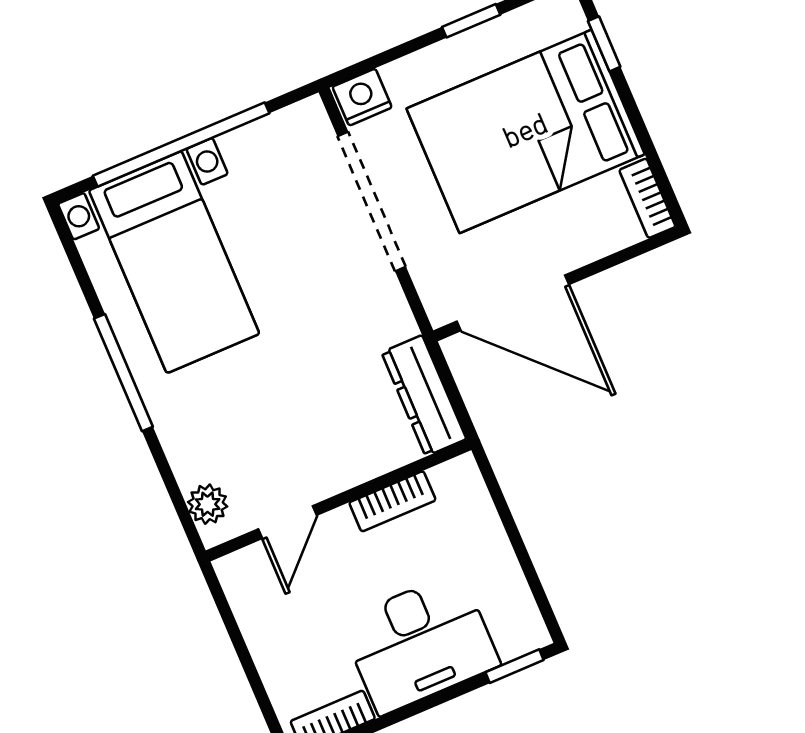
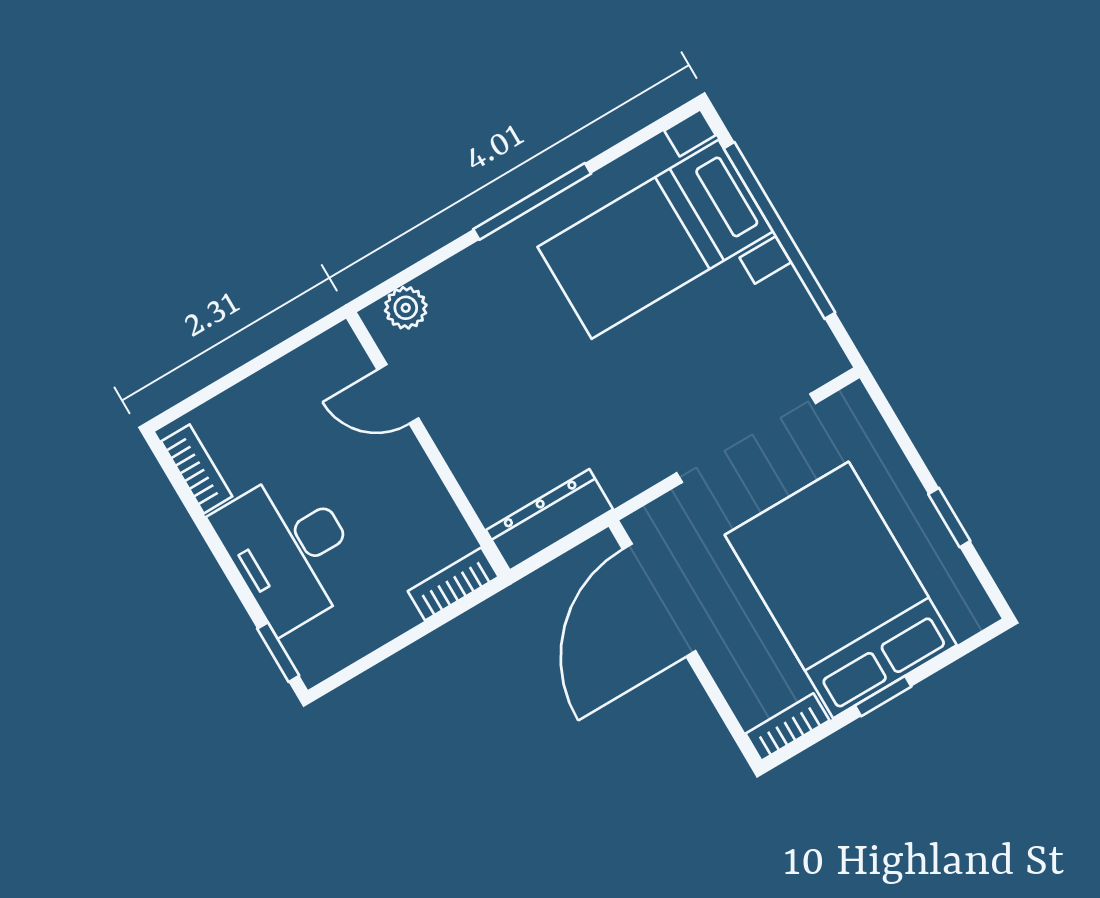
window: (604, 44) -> (883, 696), moved
nightstand: (362, 97) -> (854, 414), removed
bookcase: (392, 501) -> (453, 584), moved, turned 90

